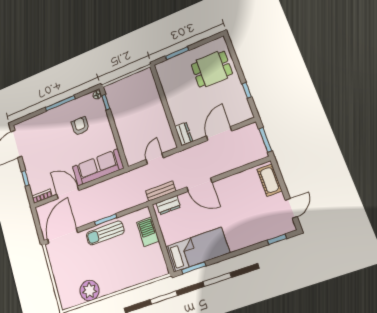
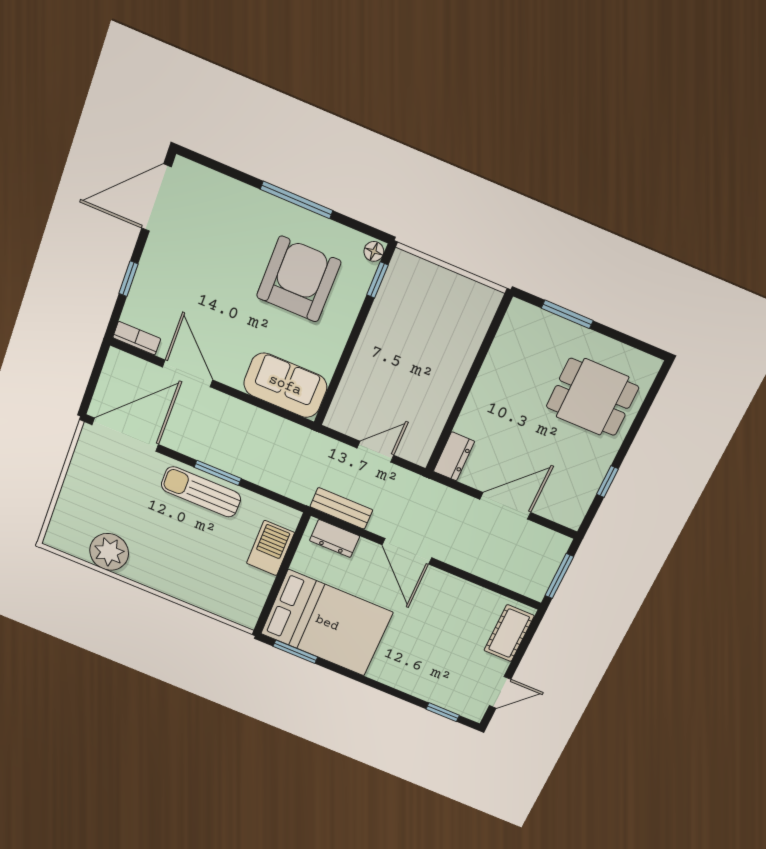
armchair: (80, 126) -> (299, 279), width x1.88, depth x1.88
sofa: (98, 167) -> (285, 385), width x0.73
bed: (197, 250) -> (327, 623), width x1.50

